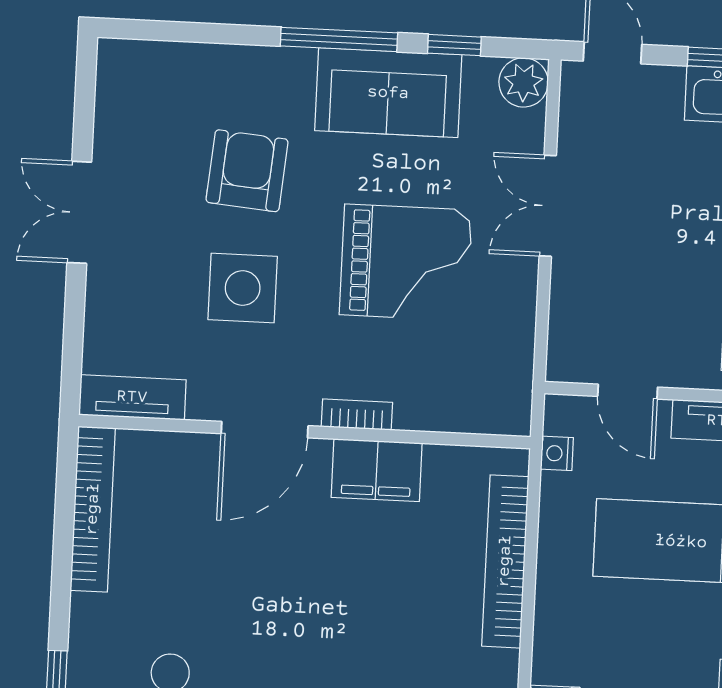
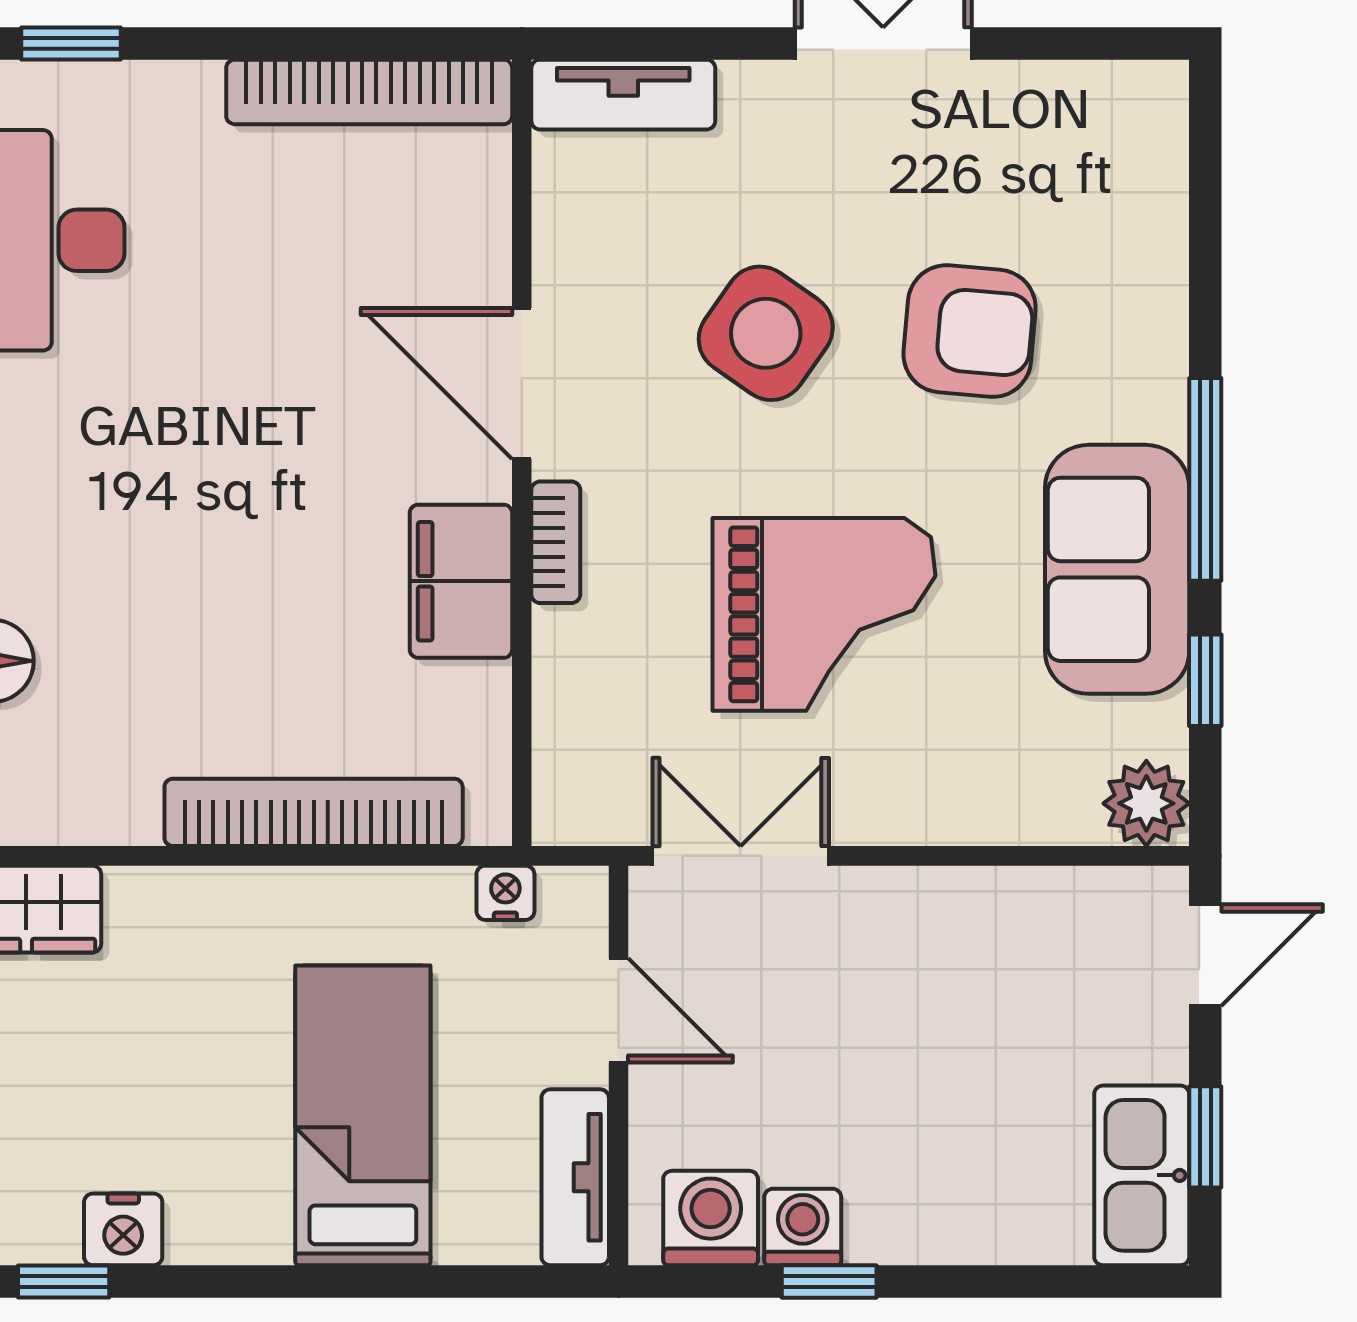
double door: (548, 206) -> (741, 856), moved
grand piano: (406, 262) -> (824, 614), turned -90
side table: (243, 288) -> (766, 333), turned 35
door: (628, 392) -> (618, 1010), swing flipped
tv unit: (132, 397) -> (623, 95), moved, turned 90

